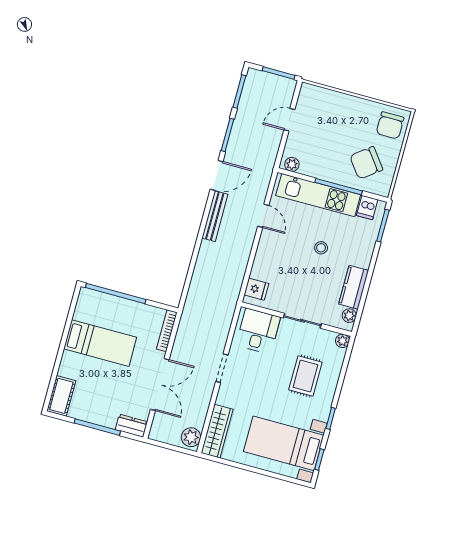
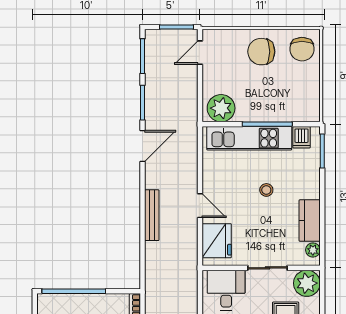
door: (289, 120) -> (200, 53), moved
chair: (366, 163) -> (261, 52), moved, turned 37
plant: (292, 164) -> (221, 108), width x1.88, depth x1.88
bench: (215, 216) -> (152, 215), moved
door: (263, 216) -> (200, 206), moved
fridge: (256, 289) -> (217, 241), width x1.88, depth x1.34
plant: (342, 341) -> (307, 283), width x1.88, depth x1.88

